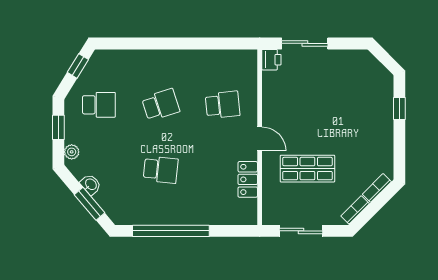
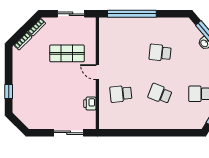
printer: (271, 60) -> (90, 104), moved
school desk: (161, 105) -> (160, 94), turned 39
locker: (248, 179) -> (105, 46), removed
window: (171, 231) -> (132, 14), moved

